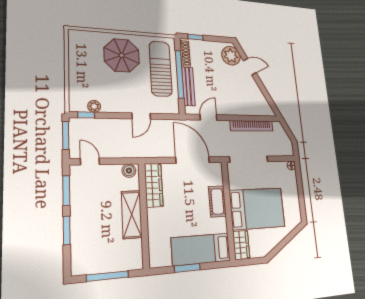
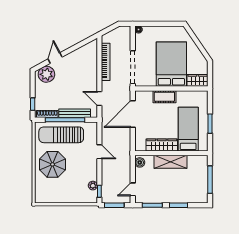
wardrobe: (154, 185) -> (162, 145), moved
bed: (201, 249) -> (188, 129), moved, turned 180

